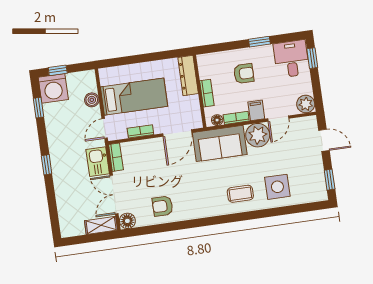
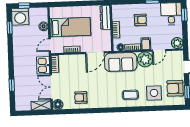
window: (47, 165) -> (12, 85), moved
armchair: (310, 176) -> (175, 88), added

